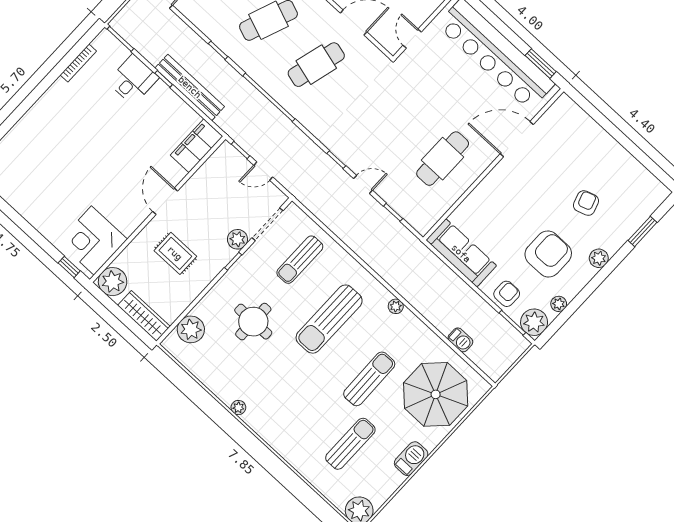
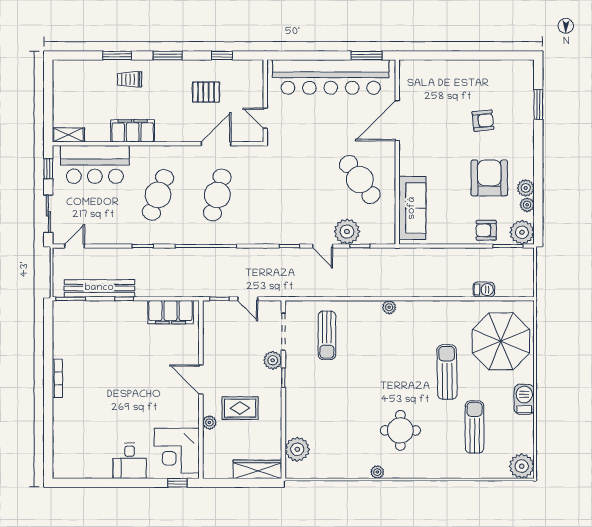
bookcase: (78, 63) -> (57, 378), moved
desk: (133, 80) -> (130, 461), moved, turned 180
bench: (190, 87) -> (99, 288), moved
filing cabinet: (197, 146) -> (170, 312), moved, turned -90
cafe table: (443, 159) -> (360, 180), turned -36
door: (263, 171) -> (248, 299), hinge flipped
door: (363, 184) -> (323, 246), swing flipped
plant: (393, 191) -> (347, 232), added
armchair: (586, 203) -> (483, 121), turned 102
sofa: (461, 253) -> (412, 208), moved, turned 90
plant: (599, 258) -> (526, 188), moved
plant: (113, 282) -> (209, 422), moved, width x0.53, depth x0.53
armchair: (507, 294) -> (486, 230), turned -90
plant: (396, 306) -> (389, 307), moved
sun lounger: (329, 319) -> (383, 357), removed
round table: (253, 322) -> (400, 430), moved

